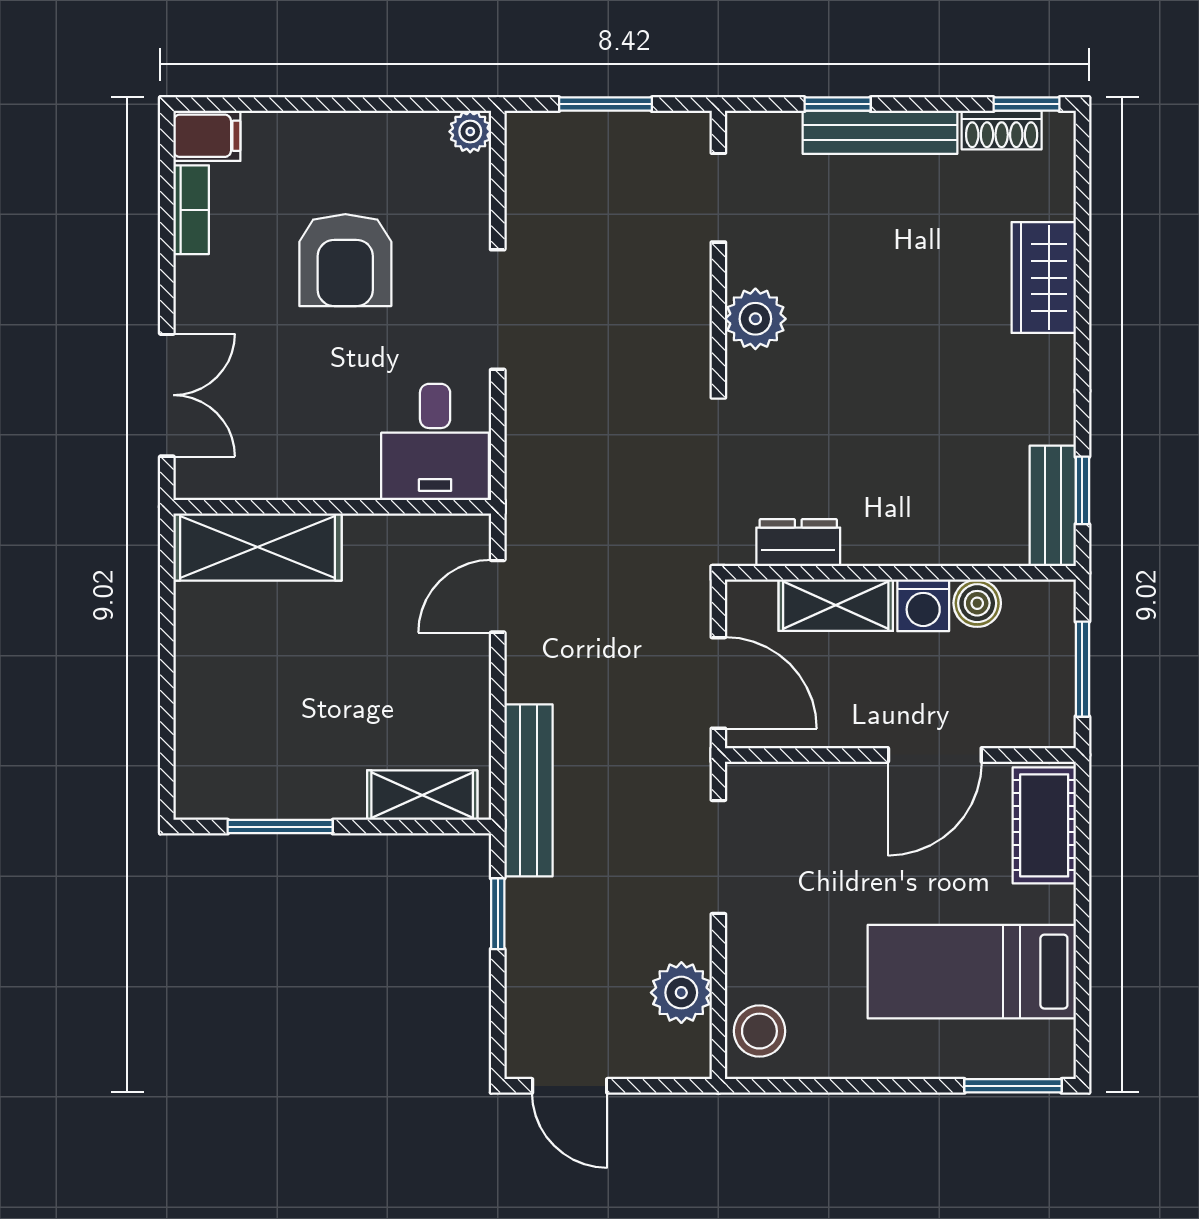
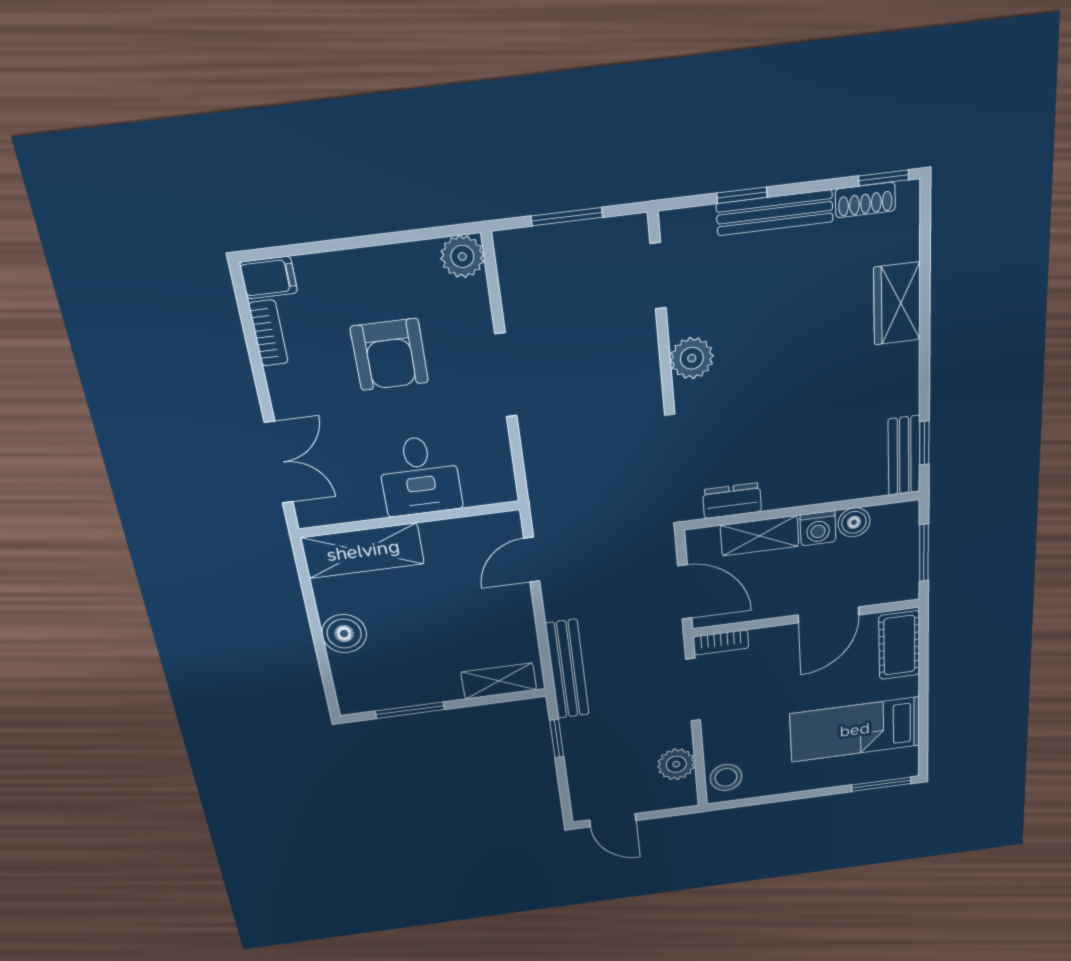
plant: (470, 132) -> (462, 256), width x1.38, depth x1.38
desk: (435, 442) -> (420, 476), moved
boiler: (206, 678) -> (344, 634), added
bookcase: (767, 778) -> (721, 642), added

